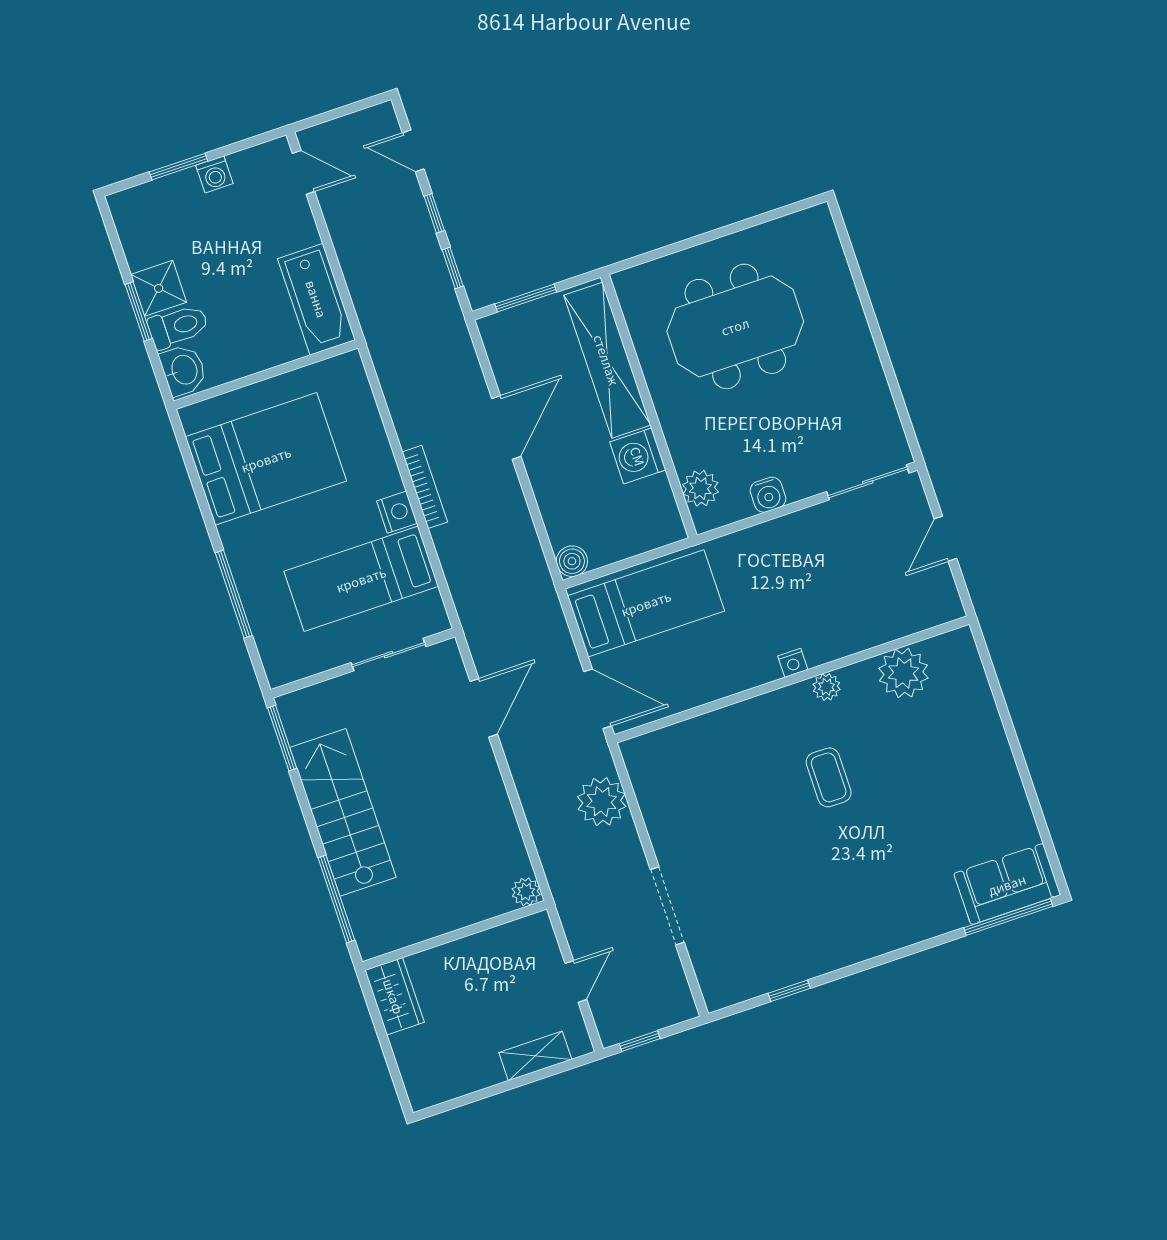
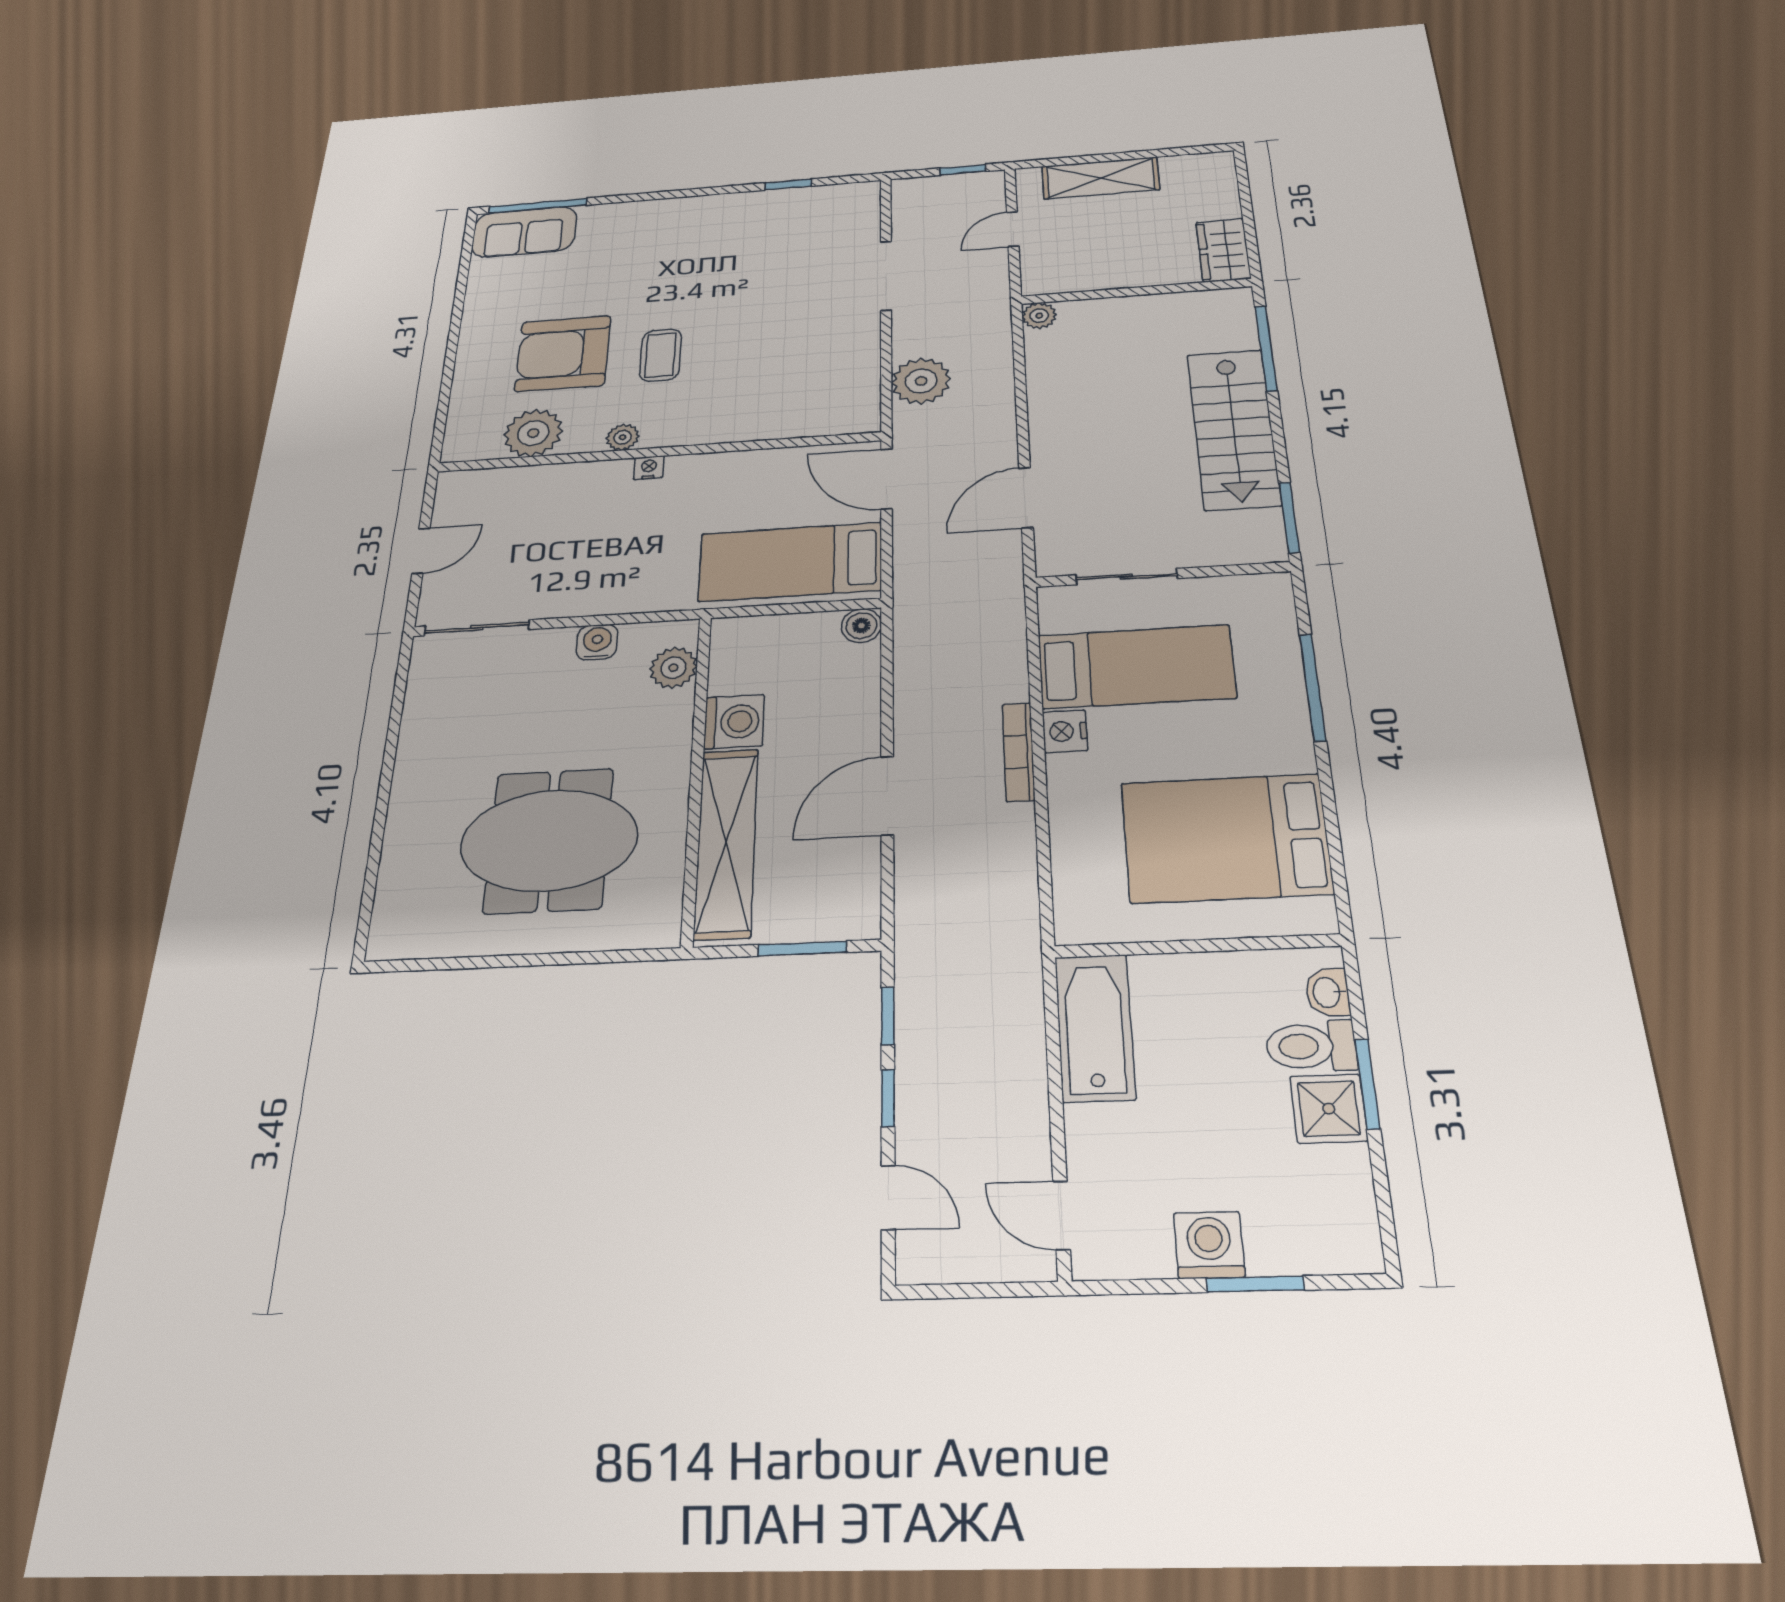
washing machine: (214, 174) -> (1209, 1245), width x1.38, depth x1.38
washbasin: (183, 370) -> (1328, 992), width x0.72, depth x0.69
armchair: (914, 759) -> (563, 353), added
shelving: (535, 1056) -> (1100, 178), width x1.50, depth x1.33

